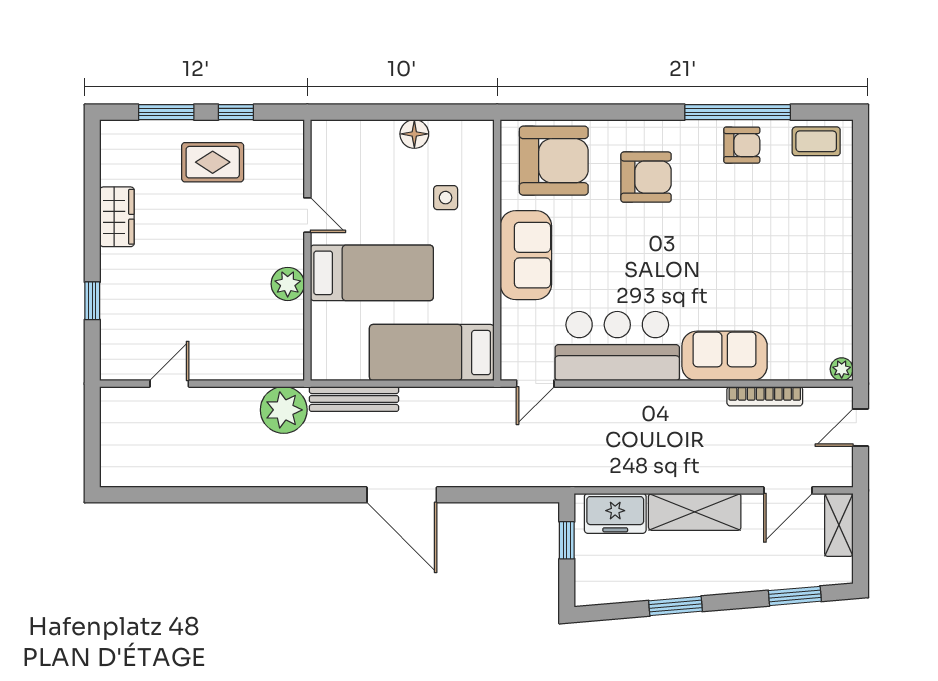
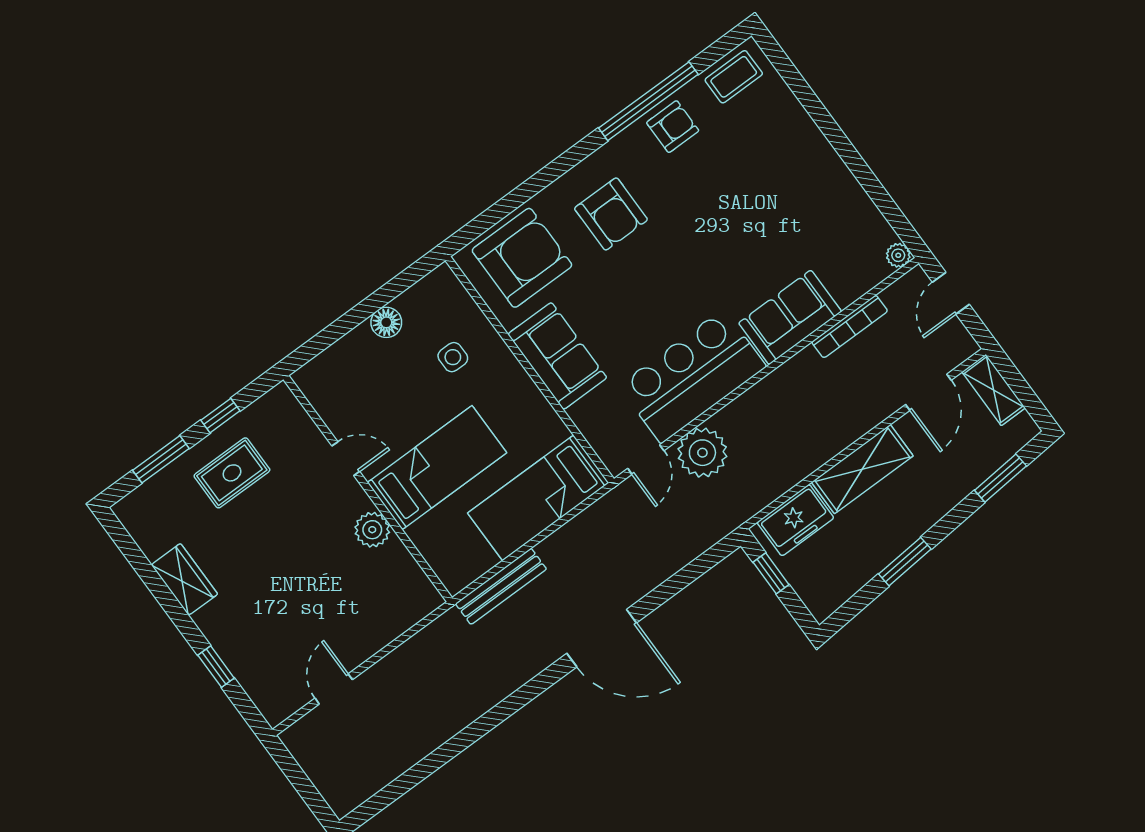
armchair: (646, 177) -> (611, 214), turned 90
plant: (284, 410) -> (702, 453), moved

